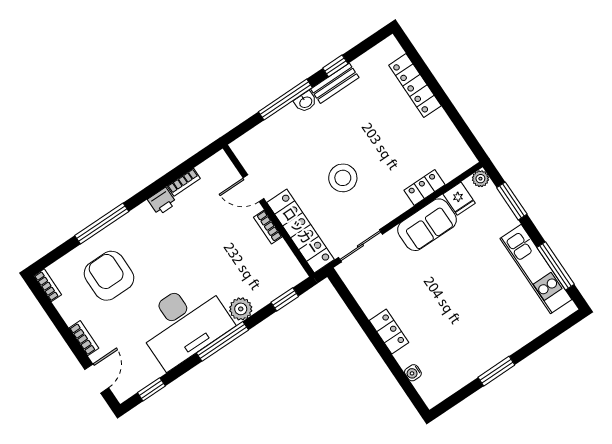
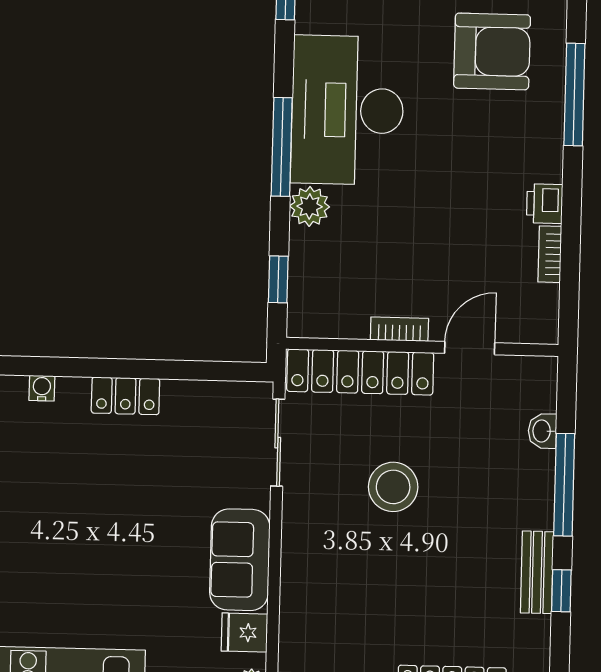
washbasin: (306, 102) -> (542, 431), moved
locker: (424, 188) -> (296, 594), removed

